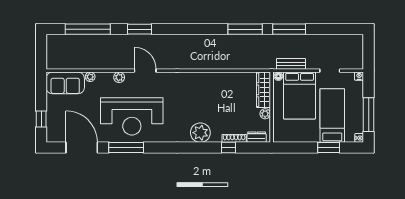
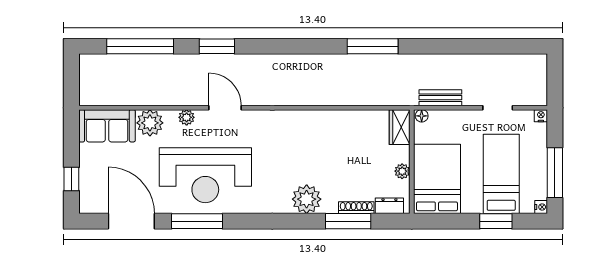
window: (289, 29) -> (437, 46), removed
plant: (90, 77) -> (150, 123), width x1.87, depth x1.87
wardrobe: (263, 90) -> (400, 127), width x0.67
bed: (300, 95) -> (437, 179), moved, turned 180
window: (229, 148) -> (348, 221), width x2.17

